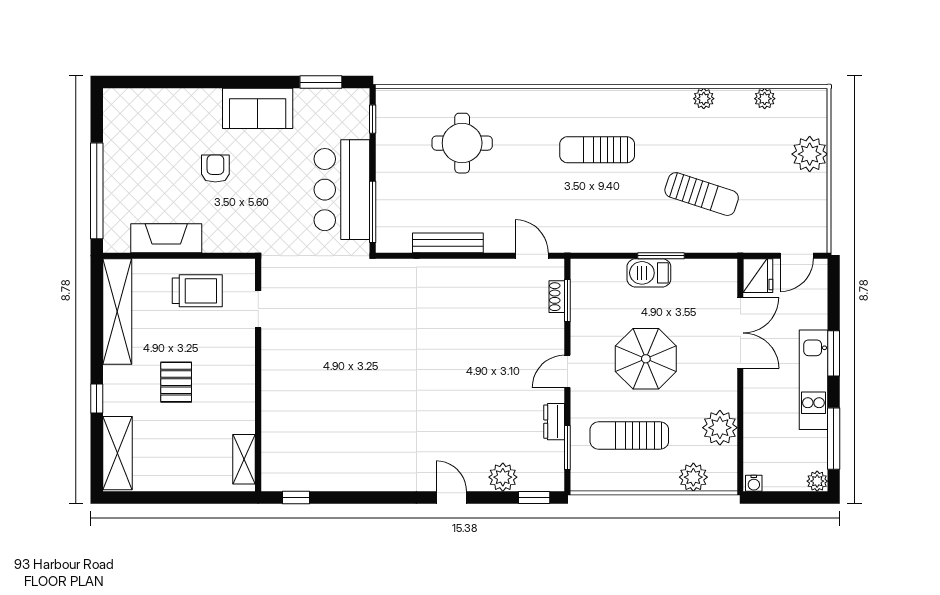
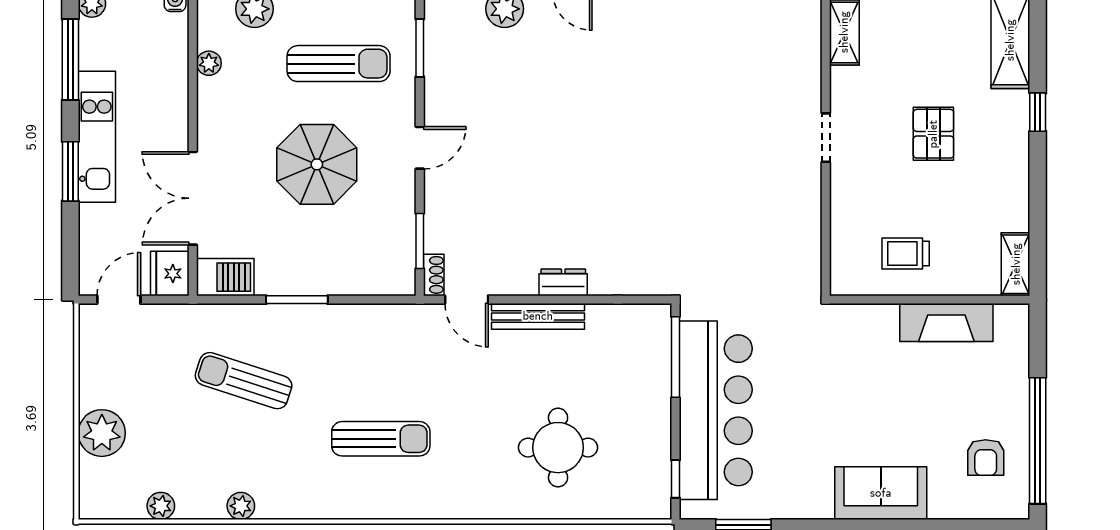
sofa: (258, 108) -> (881, 493), moved
armchair: (215, 169) -> (986, 458), moved
bar counter: (342, 190) -> (716, 410), width x1.36
window: (97, 191) -> (1038, 441), moved
bench: (448, 243) -> (538, 316), moved
barbecue: (649, 273) -> (225, 277), moved
trolley: (197, 291) -> (906, 254), width x0.73, depth x0.72
shoe rack: (557, 297) -> (434, 275), moved
doorway: (258, 309) -> (826, 138), moved
shelving: (117, 312) -> (1016, 264), width x0.45, depth x0.75
dresser: (554, 422) -> (563, 282), moved, turned -90
plant: (720, 428) -> (209, 63), width x0.53, depth x0.53

